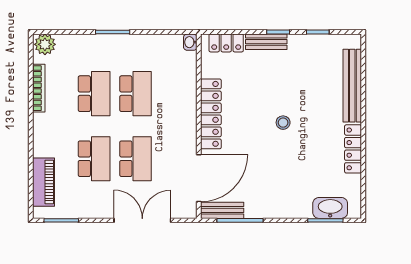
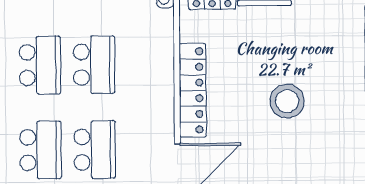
stool: (283, 123) -> (287, 101), width x1.89, depth x1.89

